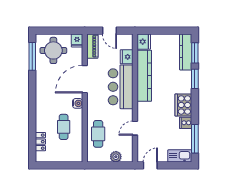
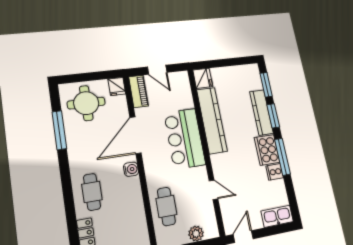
kitchen counter: (186, 52) -> (261, 112), moved
window: (32, 56) -> (59, 130), moved
fridge: (127, 57) -> (185, 99), removed
cafe table: (64, 127) -> (92, 192), moved
door: (135, 128) -> (214, 190), swing flipped
window: (195, 139) -> (283, 157), moved

